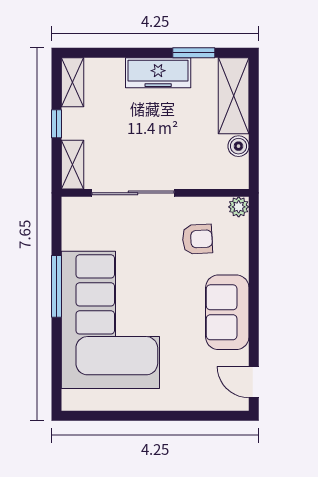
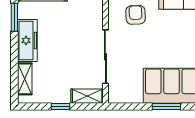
shelving: (72, 82) -> (25, 79), moved, turned 90
window: (57, 286) -> (166, 107), width x0.69

